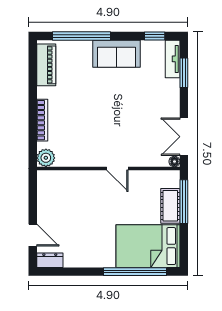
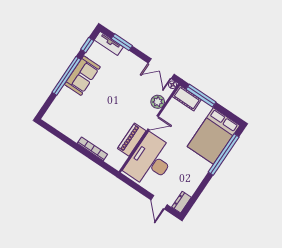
window: (82, 36) -> (66, 76), moved
piano: (46, 65) -> (132, 140), moved, turned -90
plant: (46, 158) -> (158, 102), moved
desk: (73, 194) -> (150, 161), added
cot: (170, 206) -> (187, 98), moved
door: (33, 235) -> (159, 202), swing flipped

